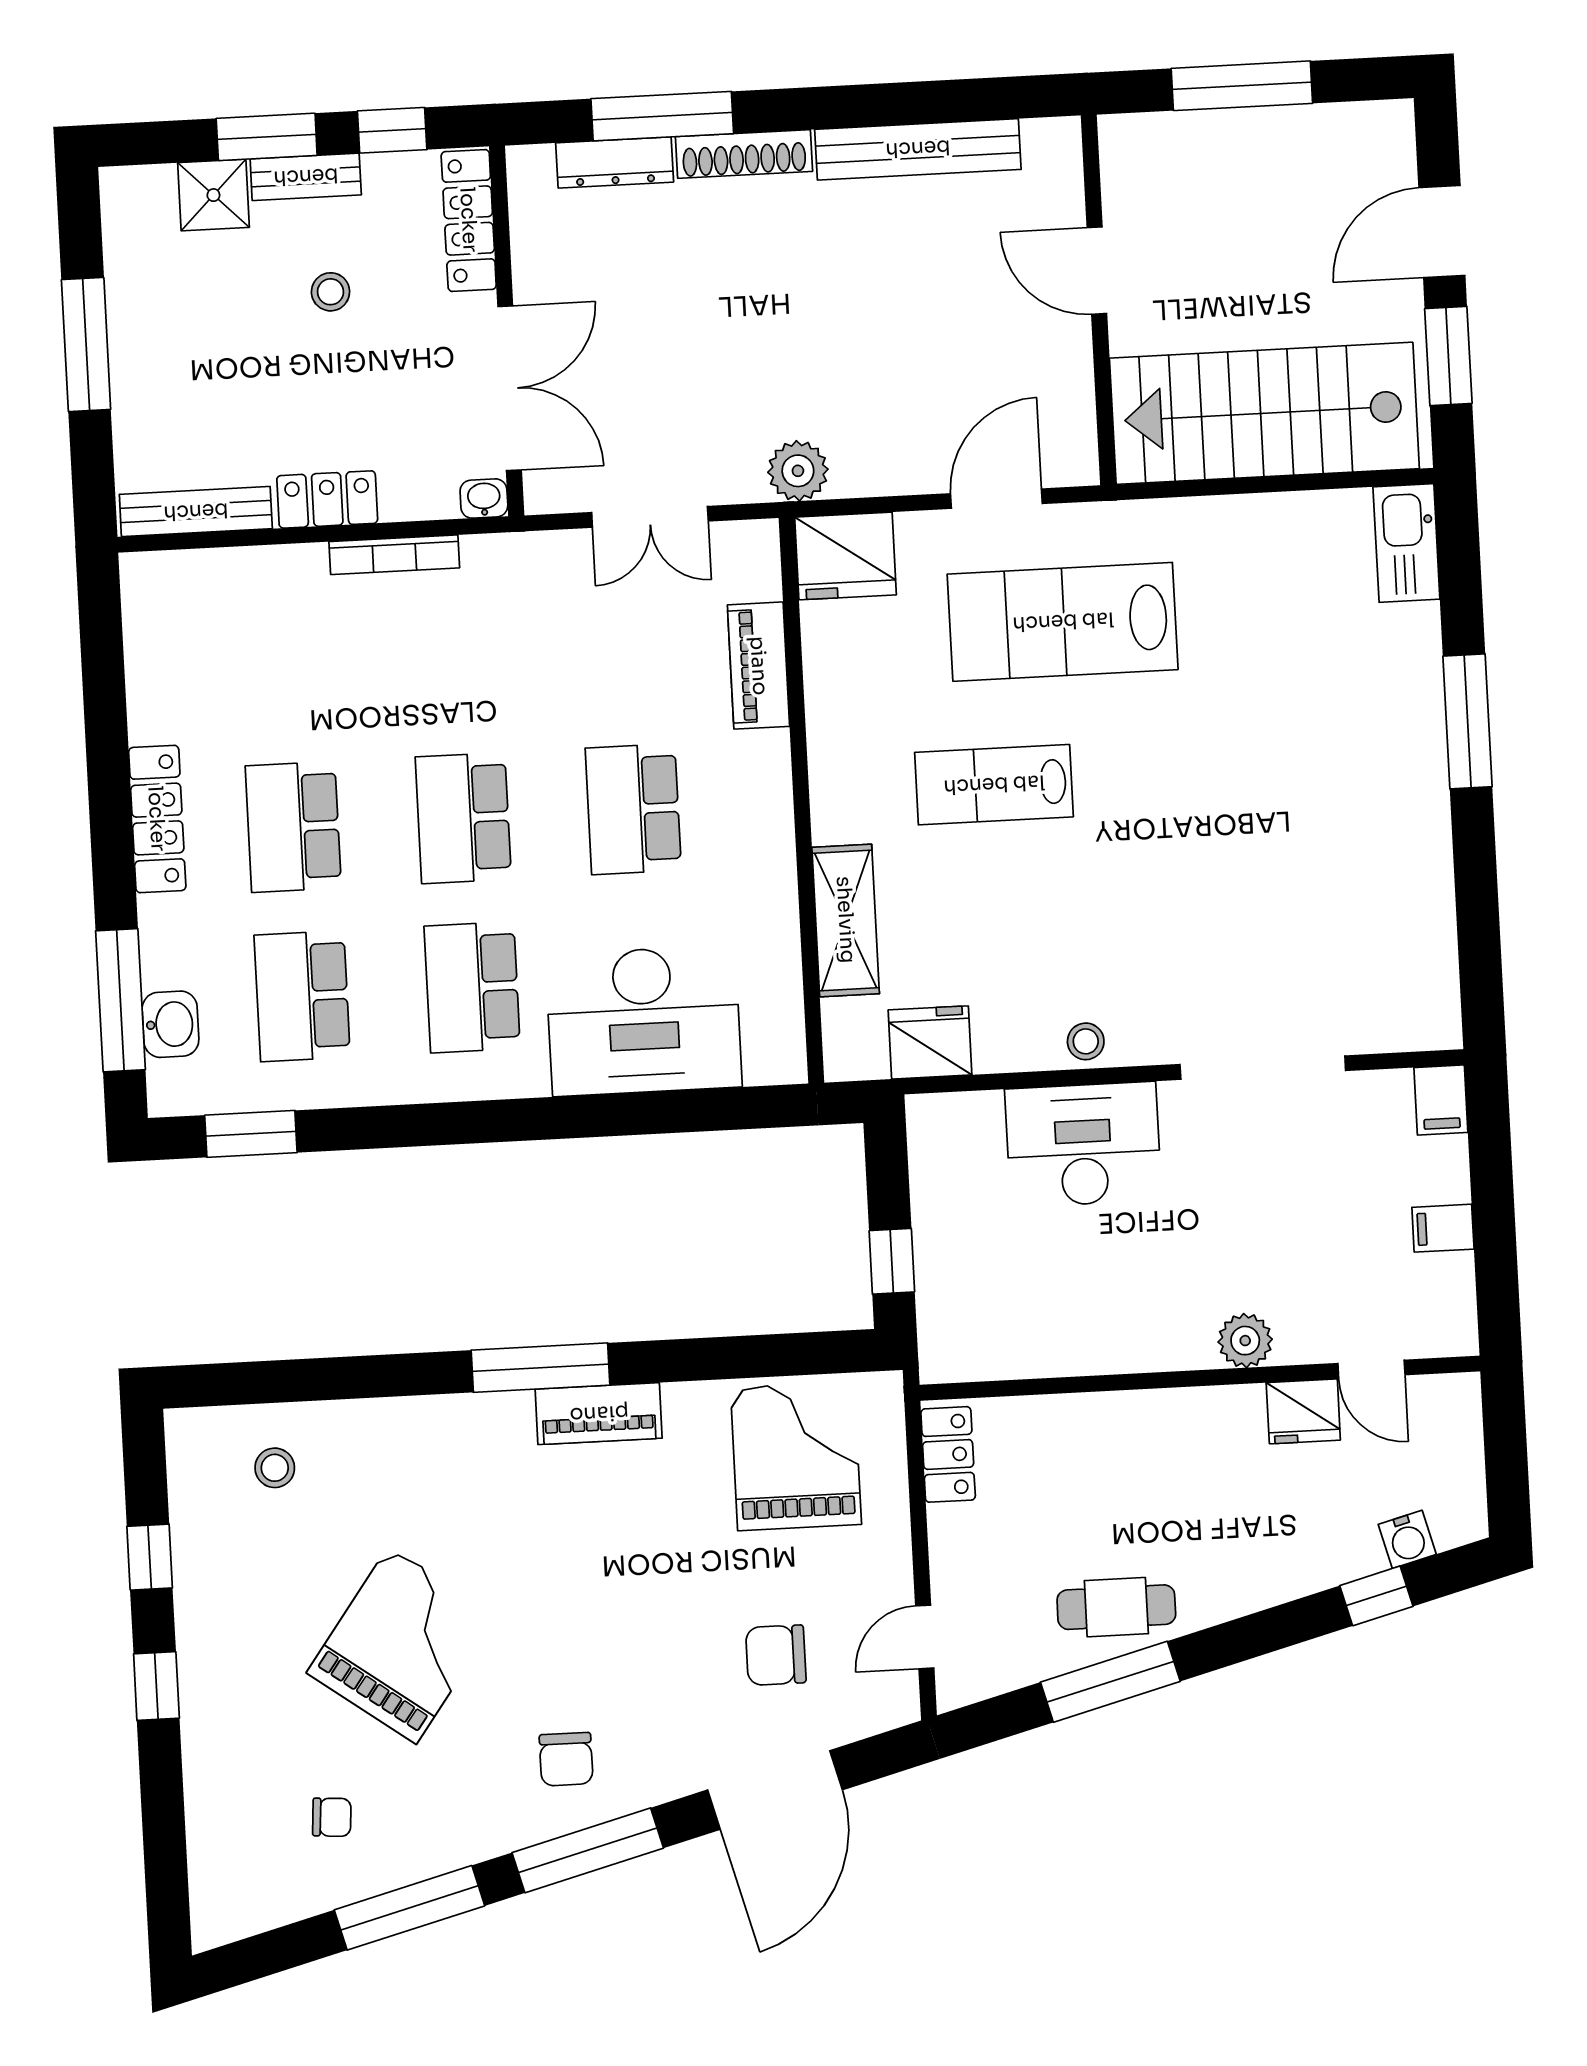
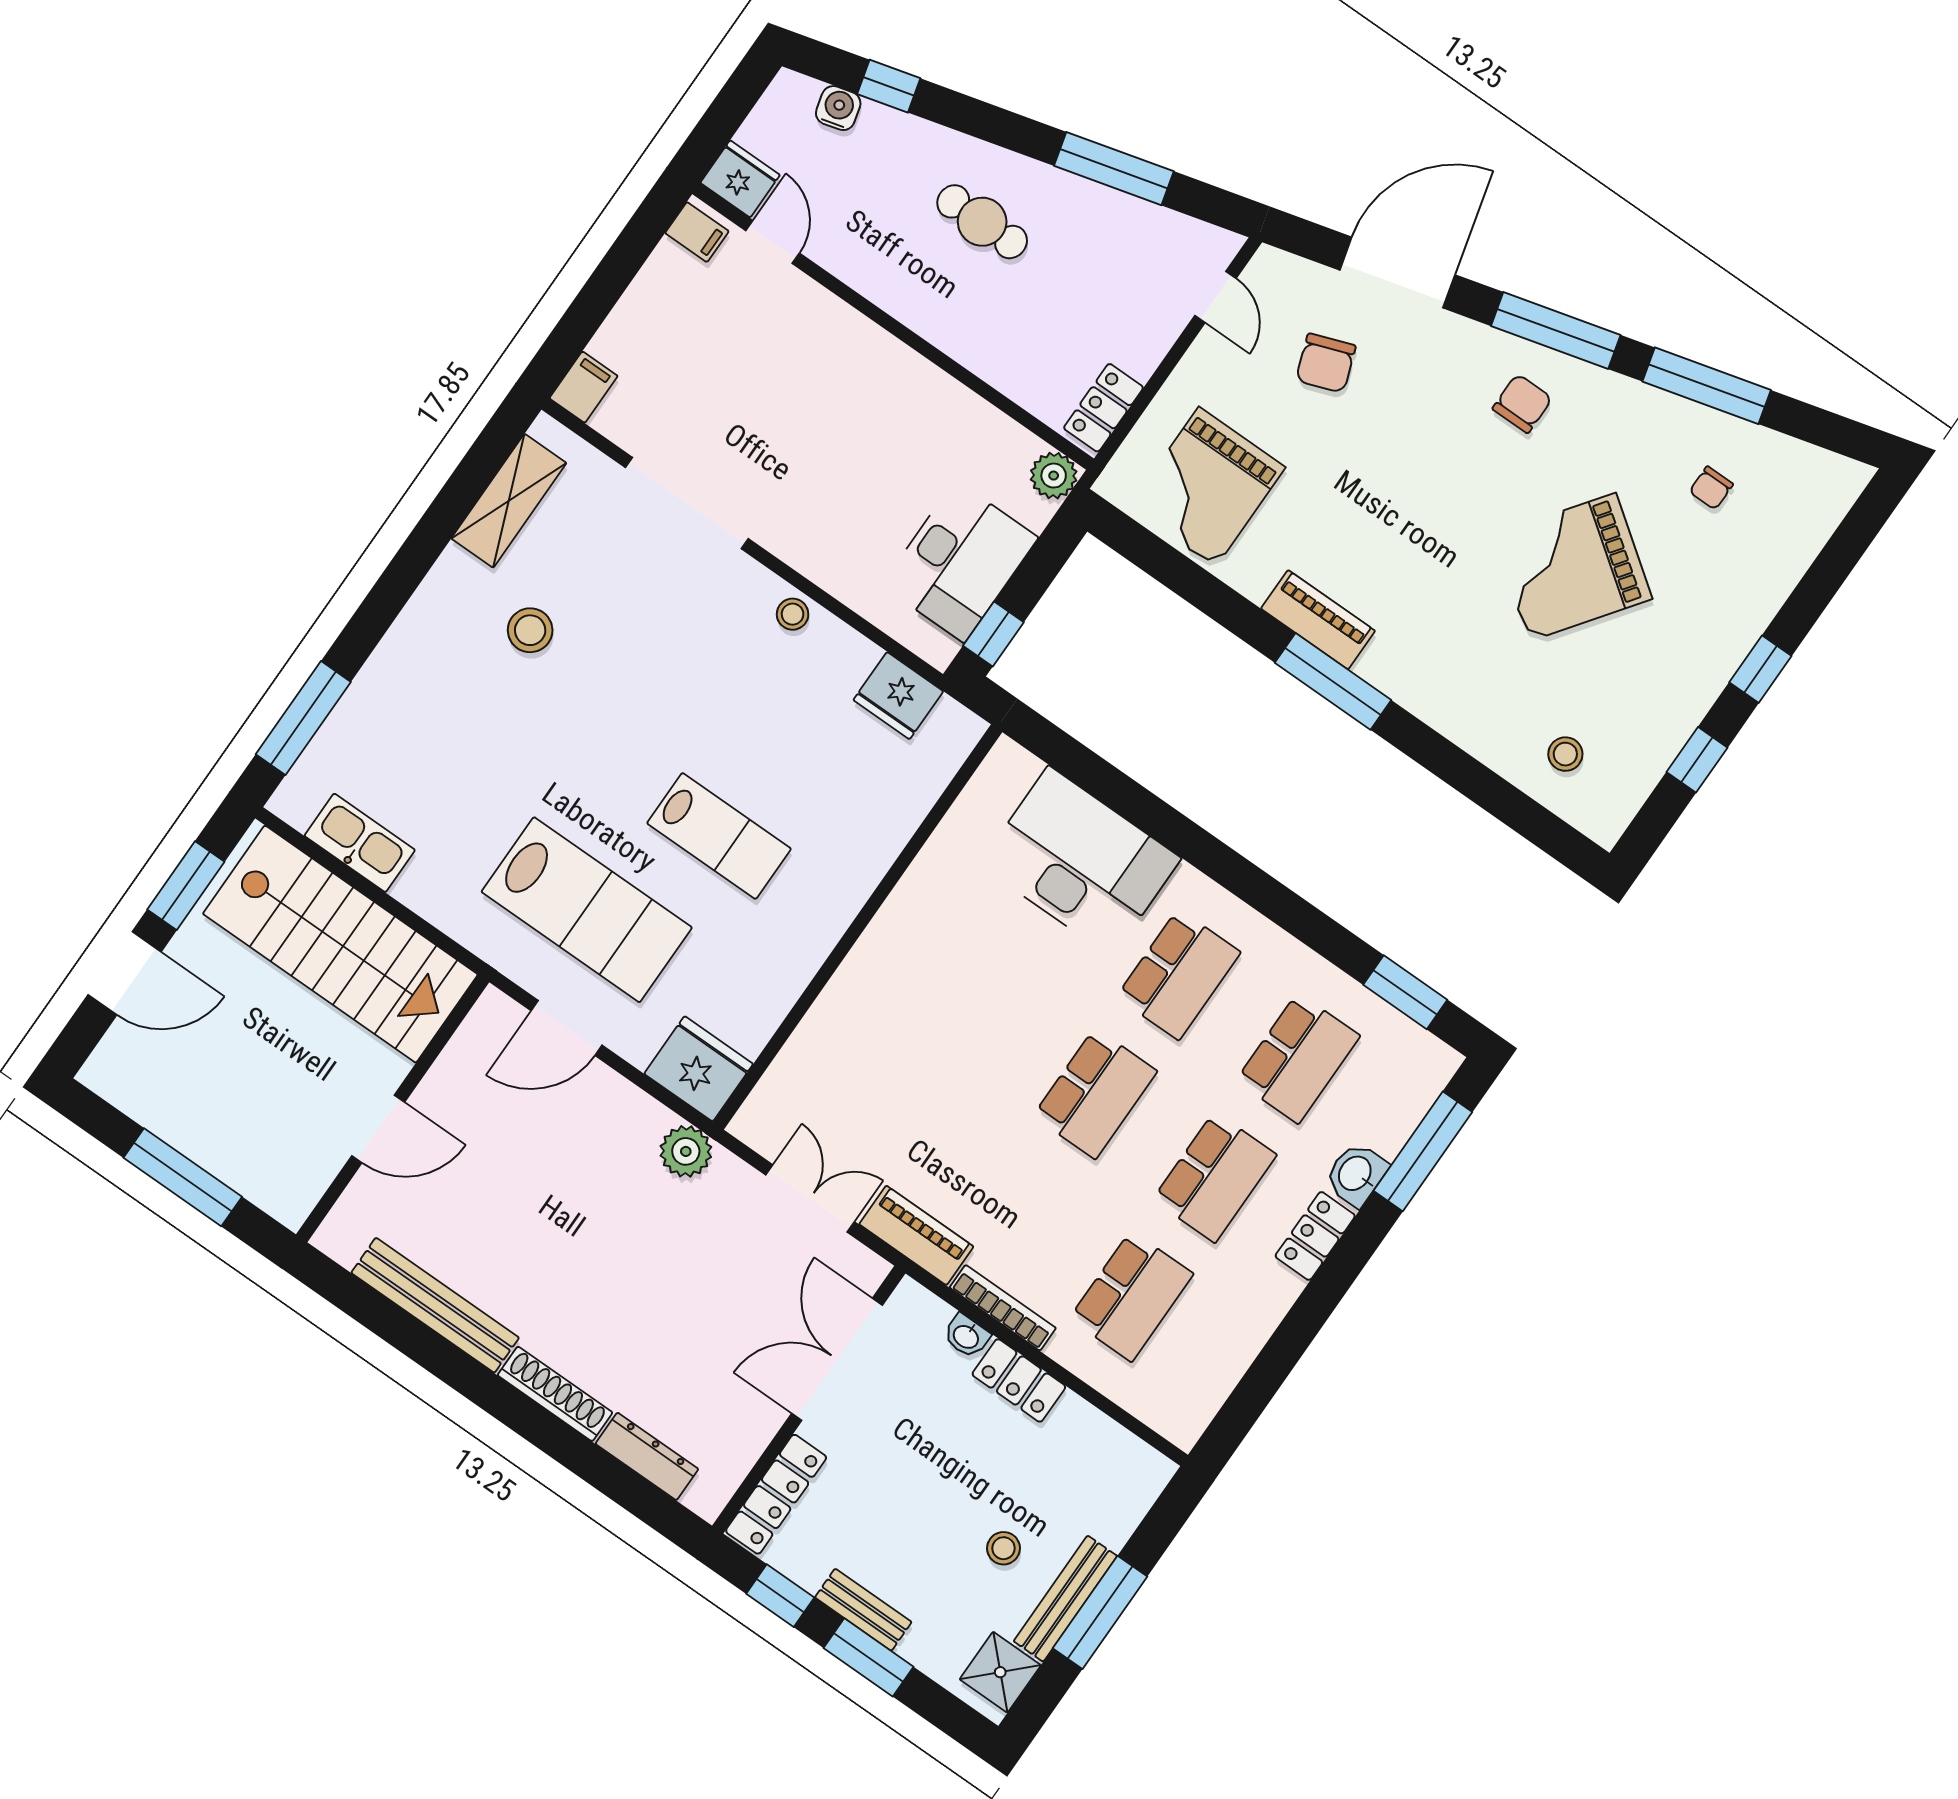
window: (662, 116) -> (590, 1463), removed
shower: (213, 195) -> (1000, 1672), moved
door: (1097, 271) -> (378, 1129), hinge flipped
stool: (331, 292) -> (1003, 1548), moved
washbasin: (484, 499) -> (966, 1336), moved
bench: (196, 512) -> (1065, 1599), moved, turned 90
kitchen sink: (1406, 543) -> (360, 843), moved, turned -90
piano: (759, 666) -> (916, 1235), moved, turned -90
window: (1468, 721) -> (303, 718), moved
school desk: (633, 809) -> (1131, 1296), moved
locker: (157, 819) -> (1315, 1236), width x0.66
stool: (1315, 838) -> (530, 630), added
shelving: (846, 920) -> (509, 501), moved
washbasin: (170, 1024) -> (1356, 1174), moved
desk: (1083, 1144) -> (960, 561), moved, turned -90
filing cabinet: (1443, 1228) -> (697, 232), moved
window: (892, 1261) -> (993, 634), moved
plant: (1245, 1341) -> (1054, 476), moved
fridge: (1303, 1411) -> (740, 179), moved
cafe table: (1116, 1607) -> (982, 222), moved
door: (925, 1637) -> (1216, 297), hinge flipped
chair: (776, 1655) -> (1326, 363), turned 70
chair: (332, 1817) -> (1711, 488), turned -94

